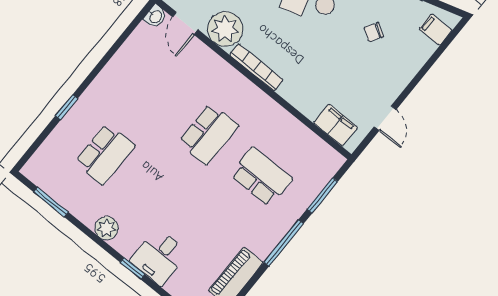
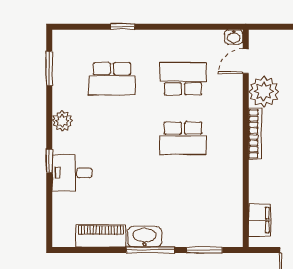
school desk: (261, 177) -> (183, 79), moved, turned -90
washbasin: (268, 239) -> (145, 237), added

